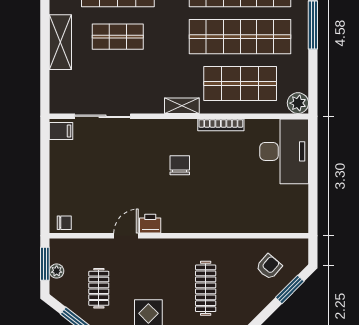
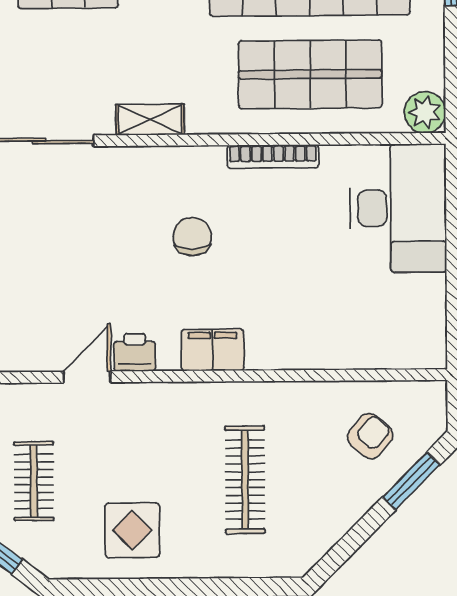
shelving: (182, 106) -> (150, 120), moved
filing cabinet: (190, 223) -> (213, 350), added

